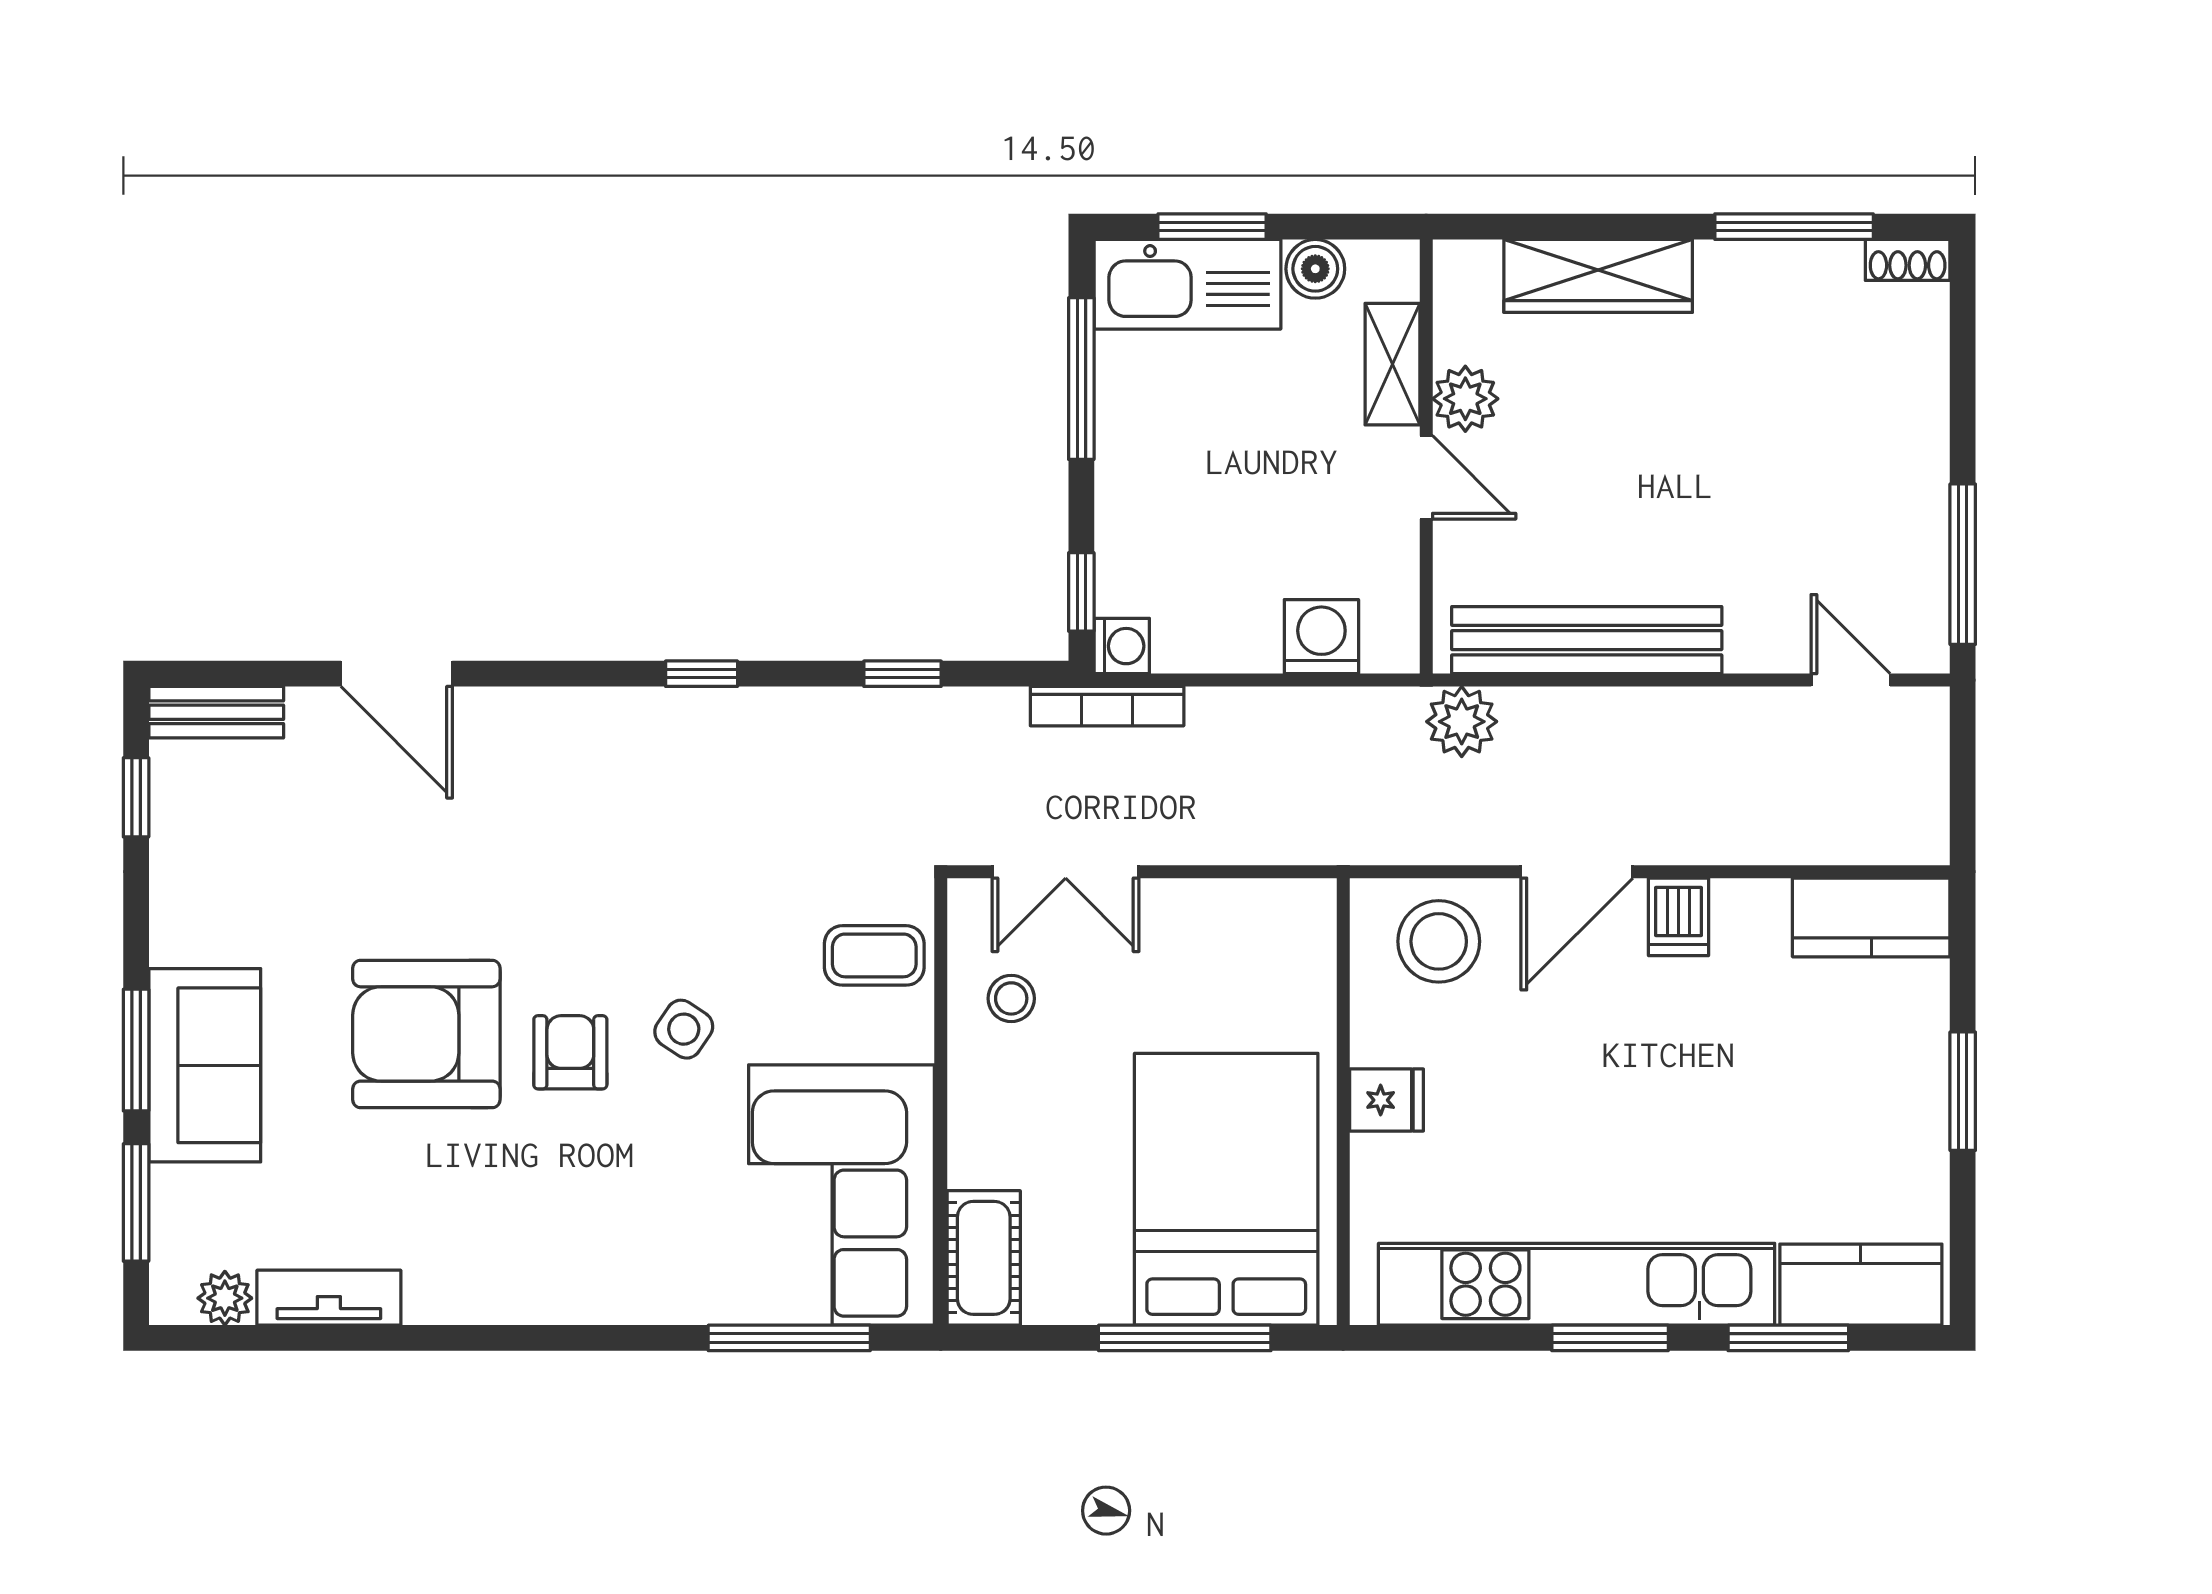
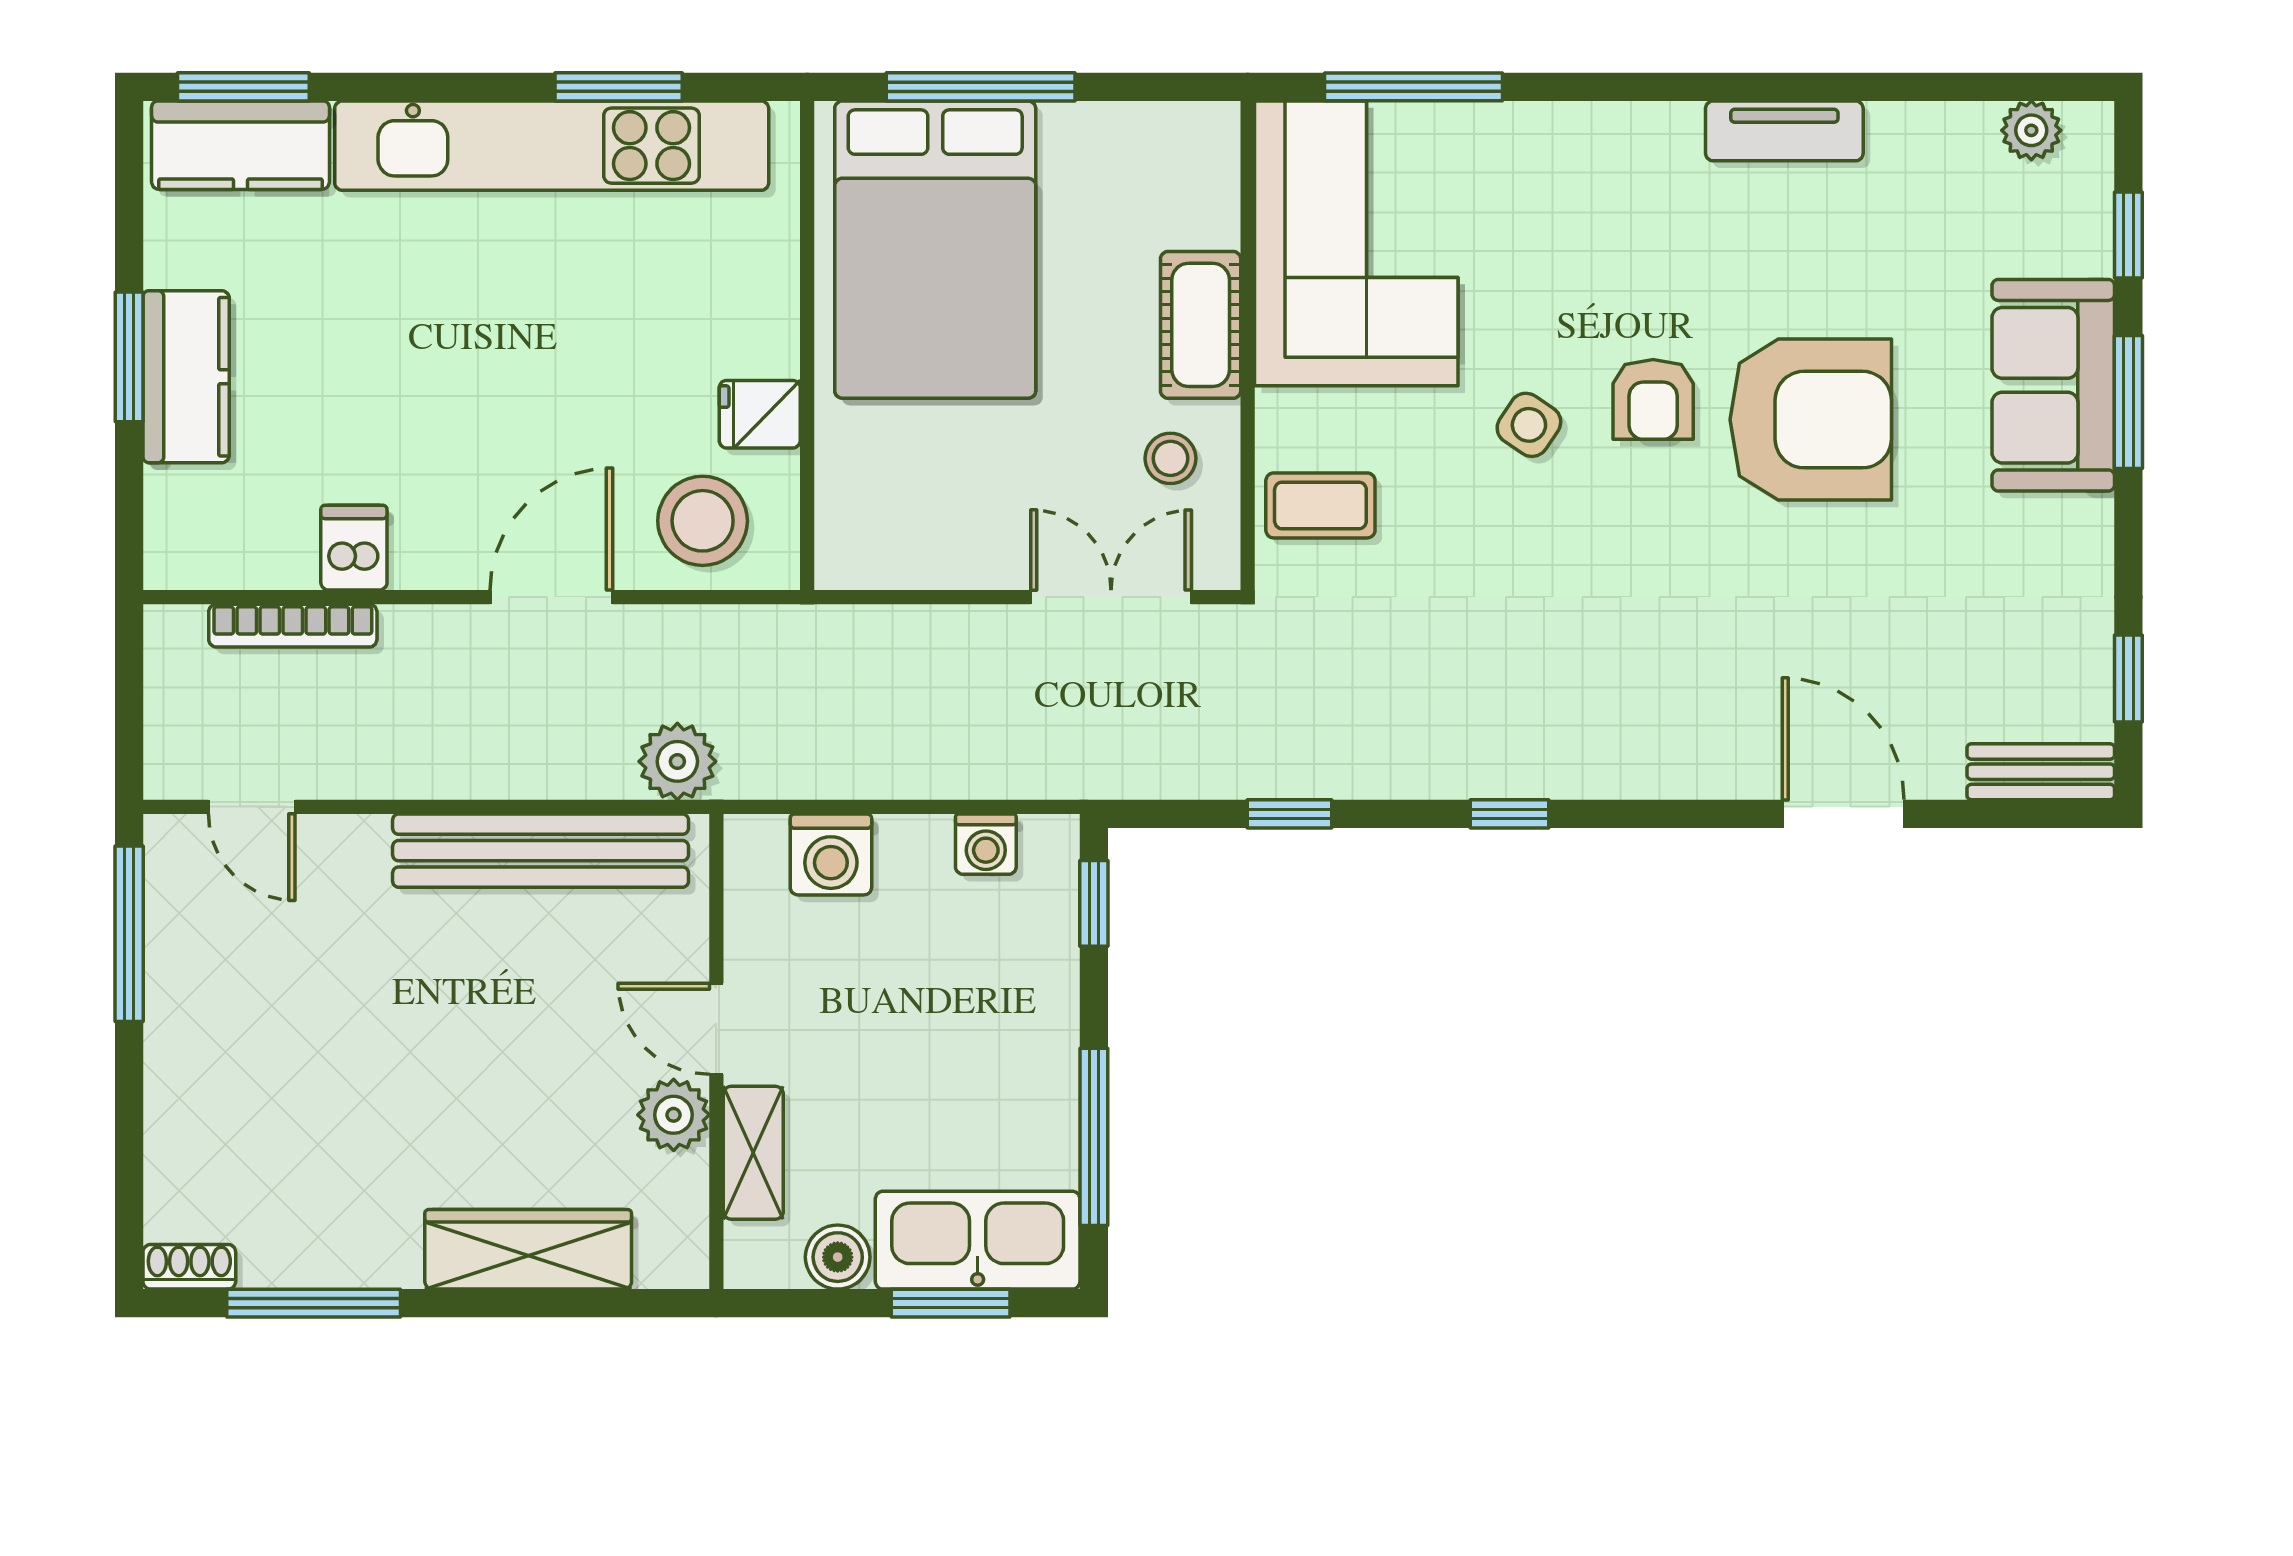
washing machine: (1122, 646) -> (986, 844), moved, turned -90
bookcase: (1107, 706) -> (293, 626), moved, turned 180
dishwasher: (1679, 917) -> (354, 548), moved
kitchen counter: (1871, 917) -> (186, 377), moved, turned 90
fridge: (1386, 1100) -> (760, 414), moved
window: (136, 1202) -> (2128, 235), width x0.67
cot: (984, 1258) -> (1201, 325), moved
tv unit: (329, 1298) -> (1784, 131), moved
window: (1610, 1338) -> (619, 87), moved
window: (1788, 1338) -> (243, 87), moved

